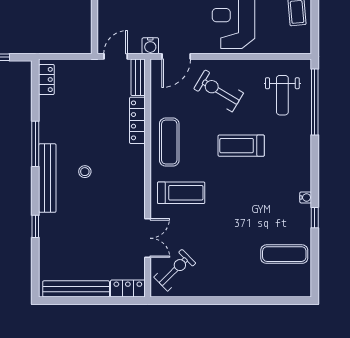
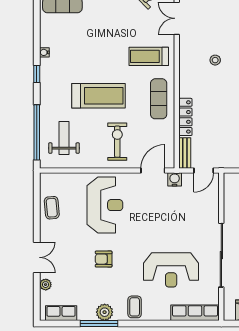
exercise bike: (219, 91) -> (117, 142), turned -121
treadmill: (241, 146) -> (98, 96), width x1.37, depth x1.38
stool: (85, 172) -> (215, 60), moved
window: (315, 218) -> (37, 74), moved

